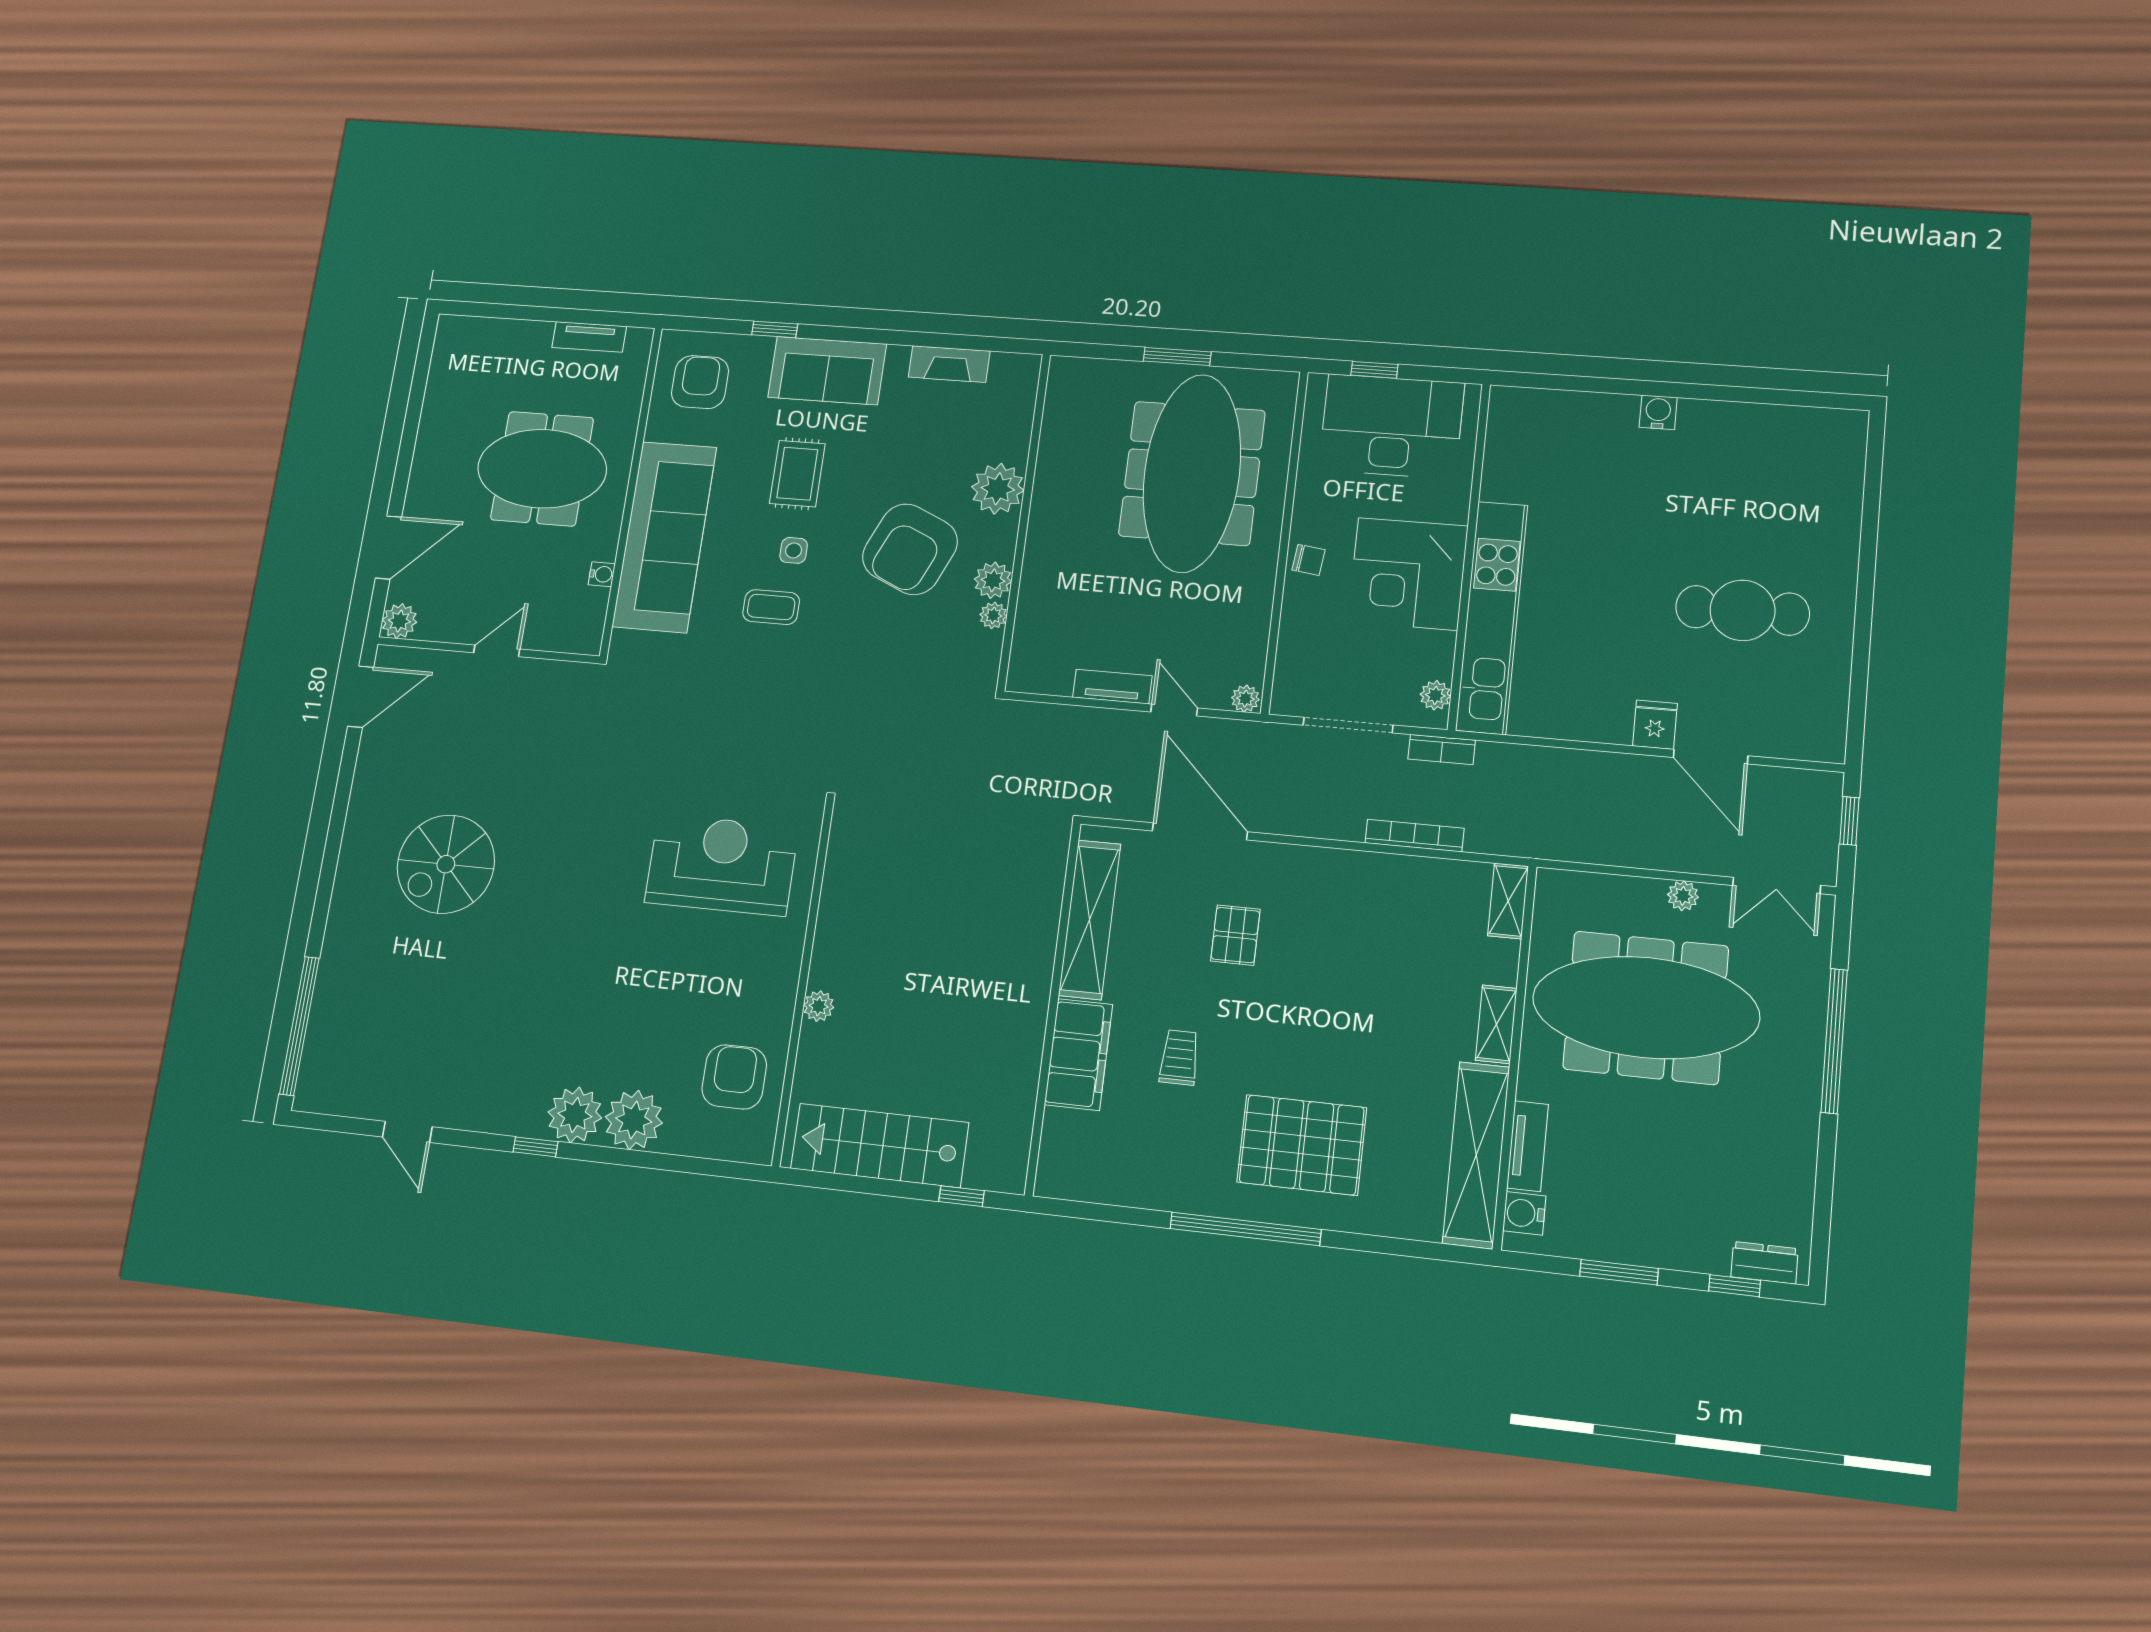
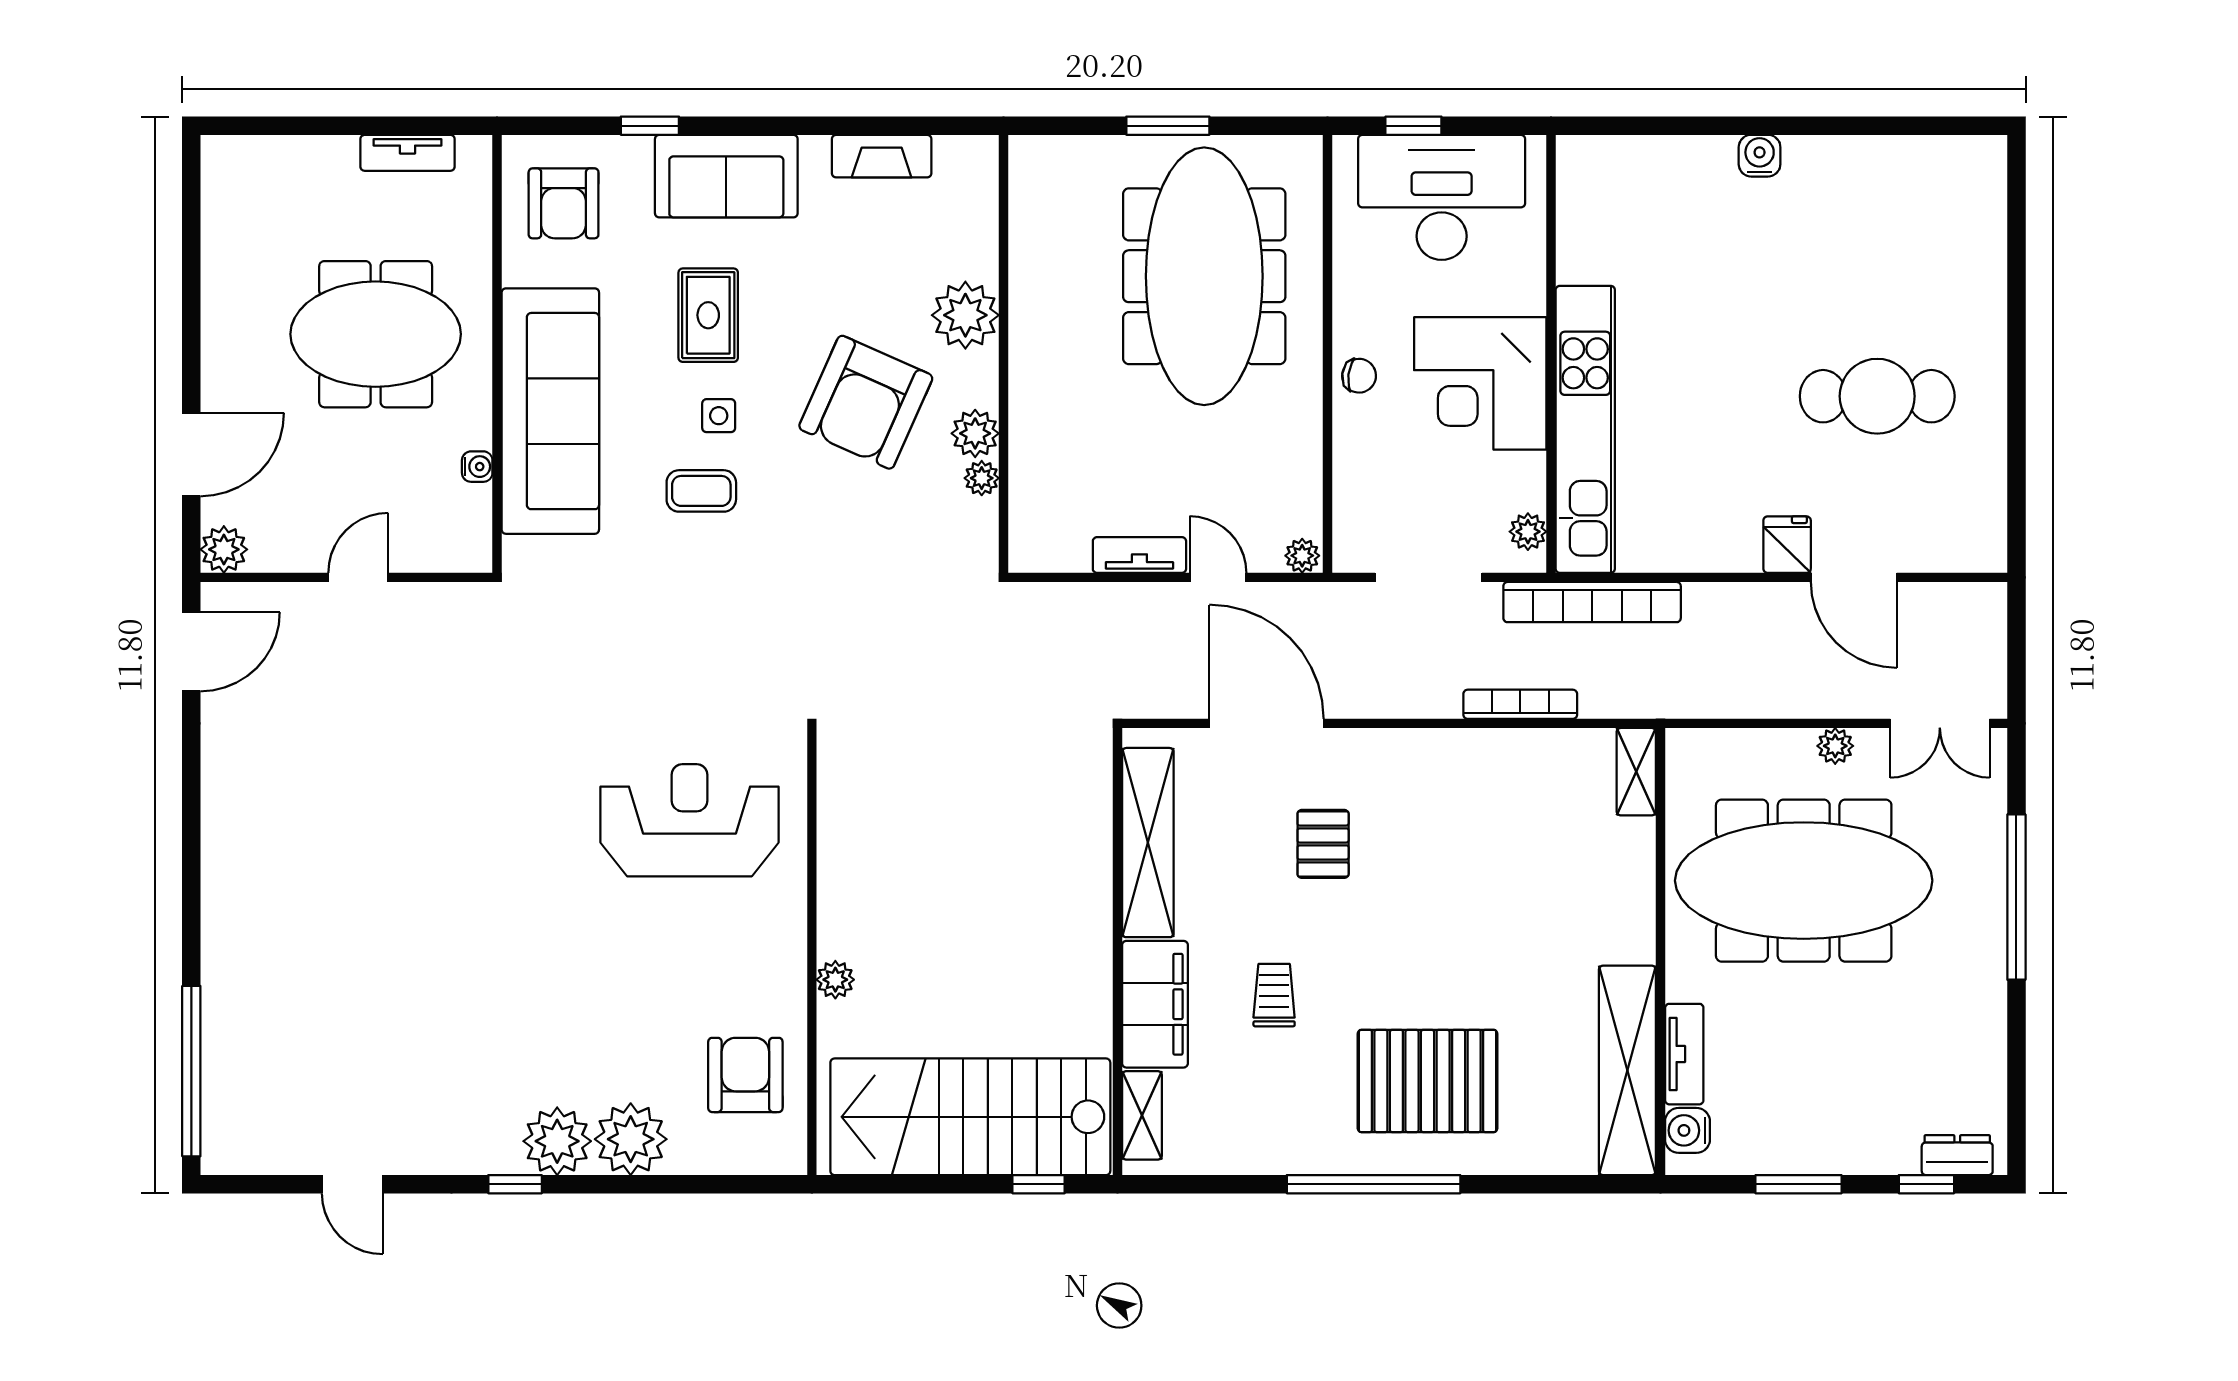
armchair: (700, 382) -> (564, 203), turned 180
bookcase: (1442, 750) -> (1592, 602), width x2.31, depth x1.31
window: (1849, 821) -> (2016, 639), removed
spiral stairs: (446, 864) -> (341, 853), removed
shelving: (1496, 1024) -> (1142, 1115), moved
stairs: (880, 1145) -> (970, 1117), width x1.36, depth x1.51

